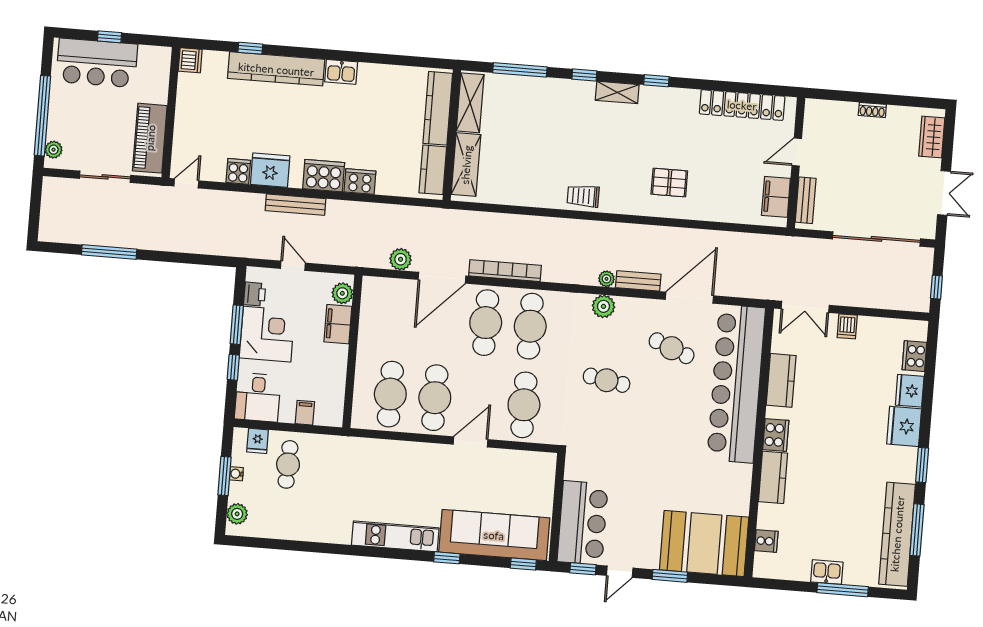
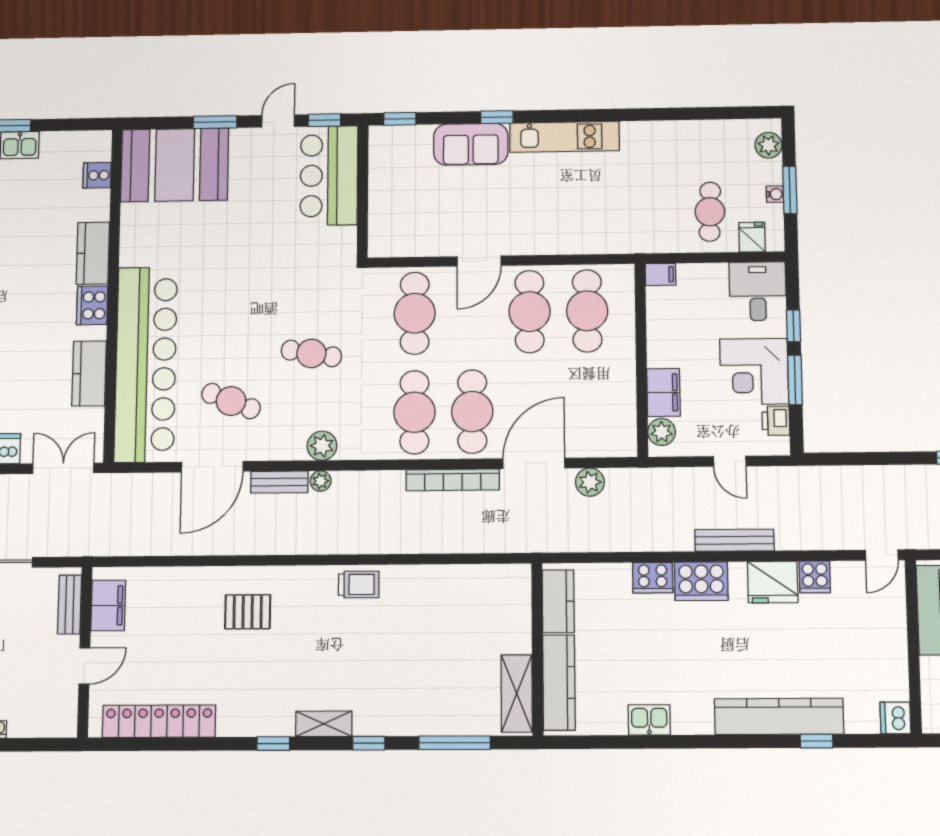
kitchen sink: (341, 72) -> (649, 720), moved
shelving: (466, 165) -> (515, 612), removed
filing cabinet: (305, 413) -> (660, 274), moved, turned -90
sofa: (494, 535) -> (471, 144), width x0.54, depth x0.79

